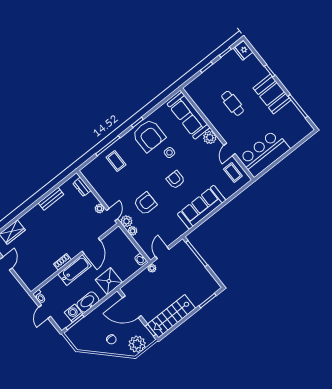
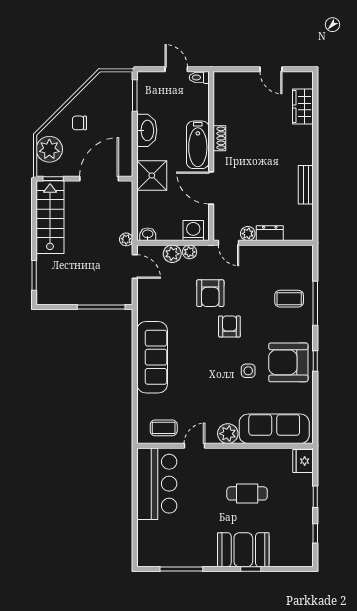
fridge: (243, 50) -> (303, 461), moved, turned -90
booth: (272, 94) -> (243, 550), moved
door: (229, 149) -> (195, 446), hinge flipped
armchair: (176, 180) -> (229, 326), moved, turned -90
dresser: (82, 187) -> (270, 233), moved
plant: (126, 221) -> (172, 254), moved
washing machine: (74, 313) -> (193, 230), moved, turned -90

